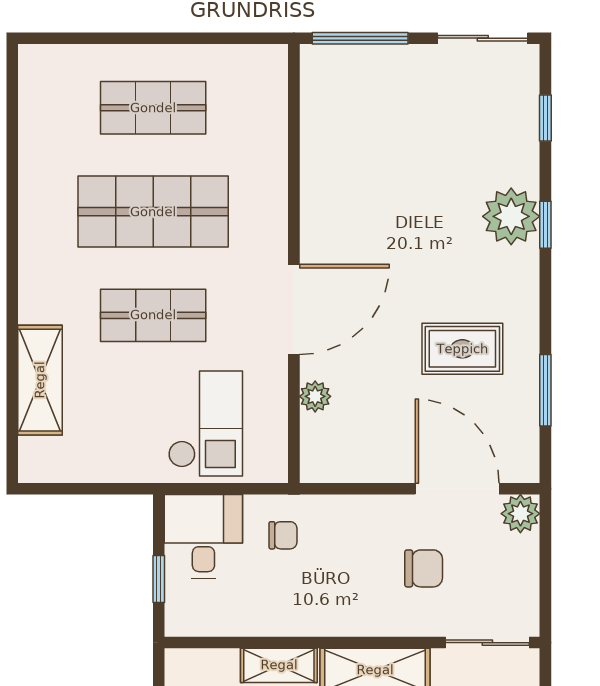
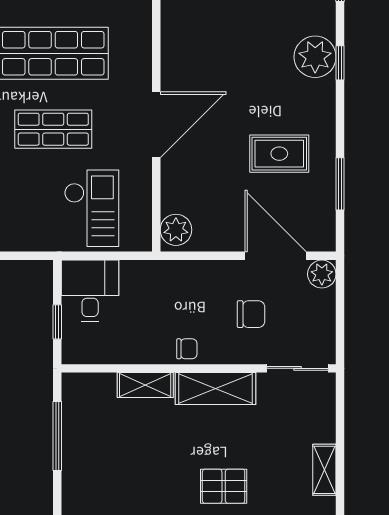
plant: (315, 396) -> (176, 230), moved, width x1.38, depth x1.38
chair: (283, 535) -> (187, 349), moved

